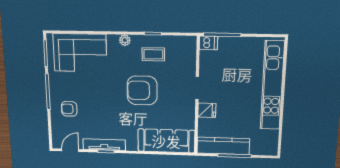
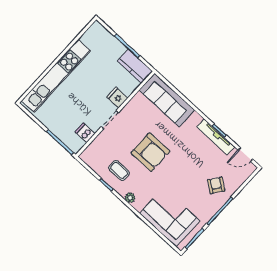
dishwasher: (208, 43) -> (85, 133), moved
armchair: (69, 109) -> (216, 185), turned -144
kitchen counter: (223, 146) -> (135, 66), width x0.67

